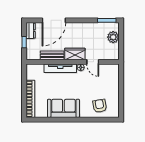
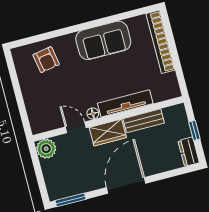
door: (54, 20) -> (126, 185), moved
plant: (113, 37) -> (46, 149), moved

